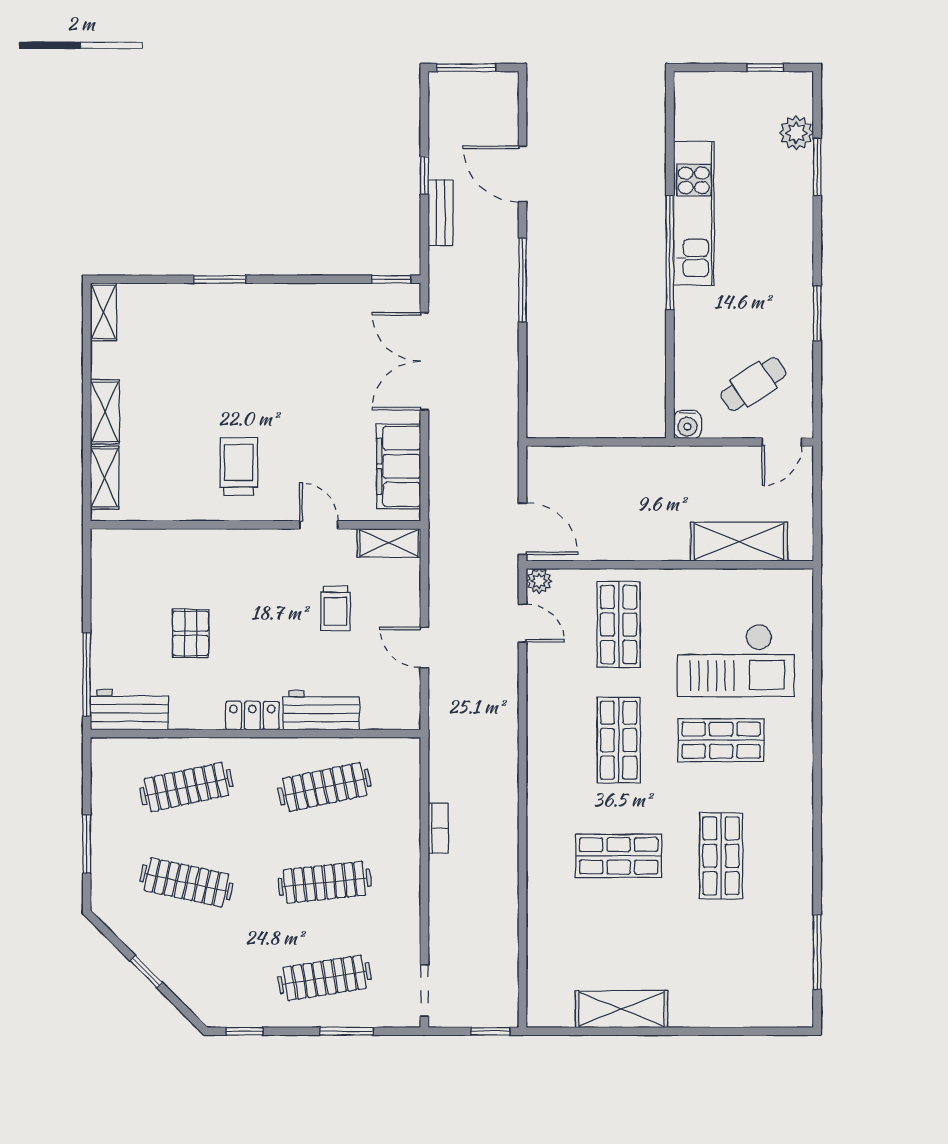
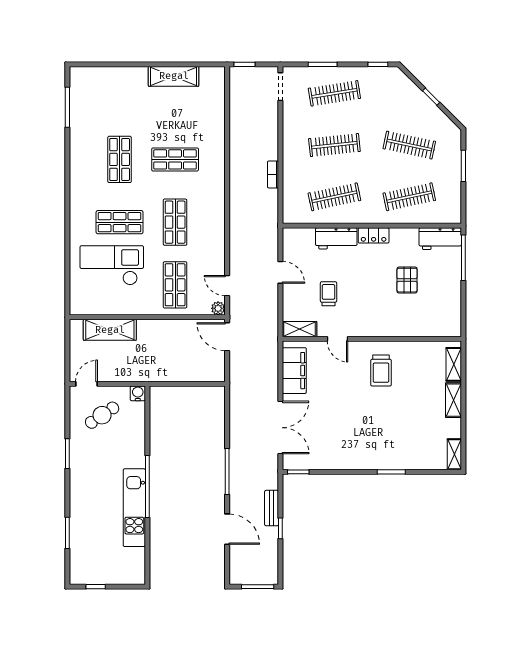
plant: (796, 133) -> (79, 551), removed

